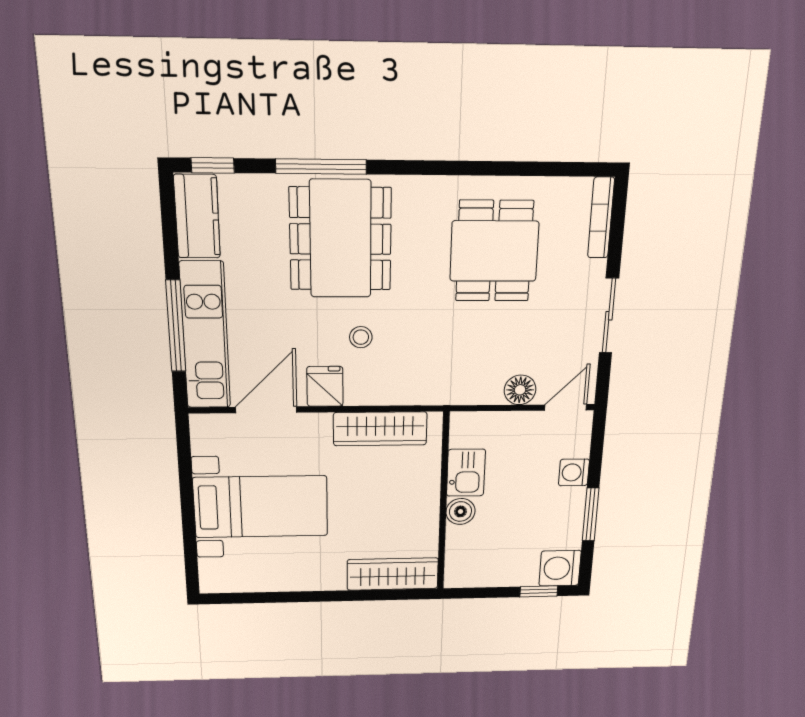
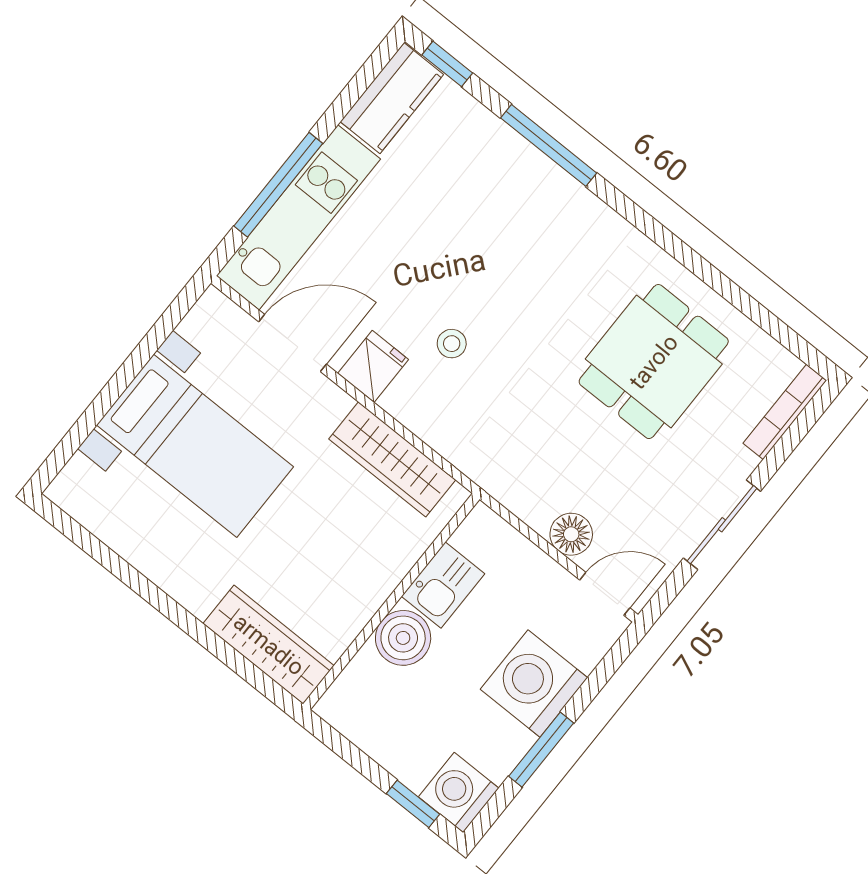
dining table: (341, 239) -> (511, 229), removed
washing machine: (574, 472) -> (534, 684), width x1.89, depth x1.89
boiler: (460, 511) -> (403, 638), width x1.36, depth x1.36

